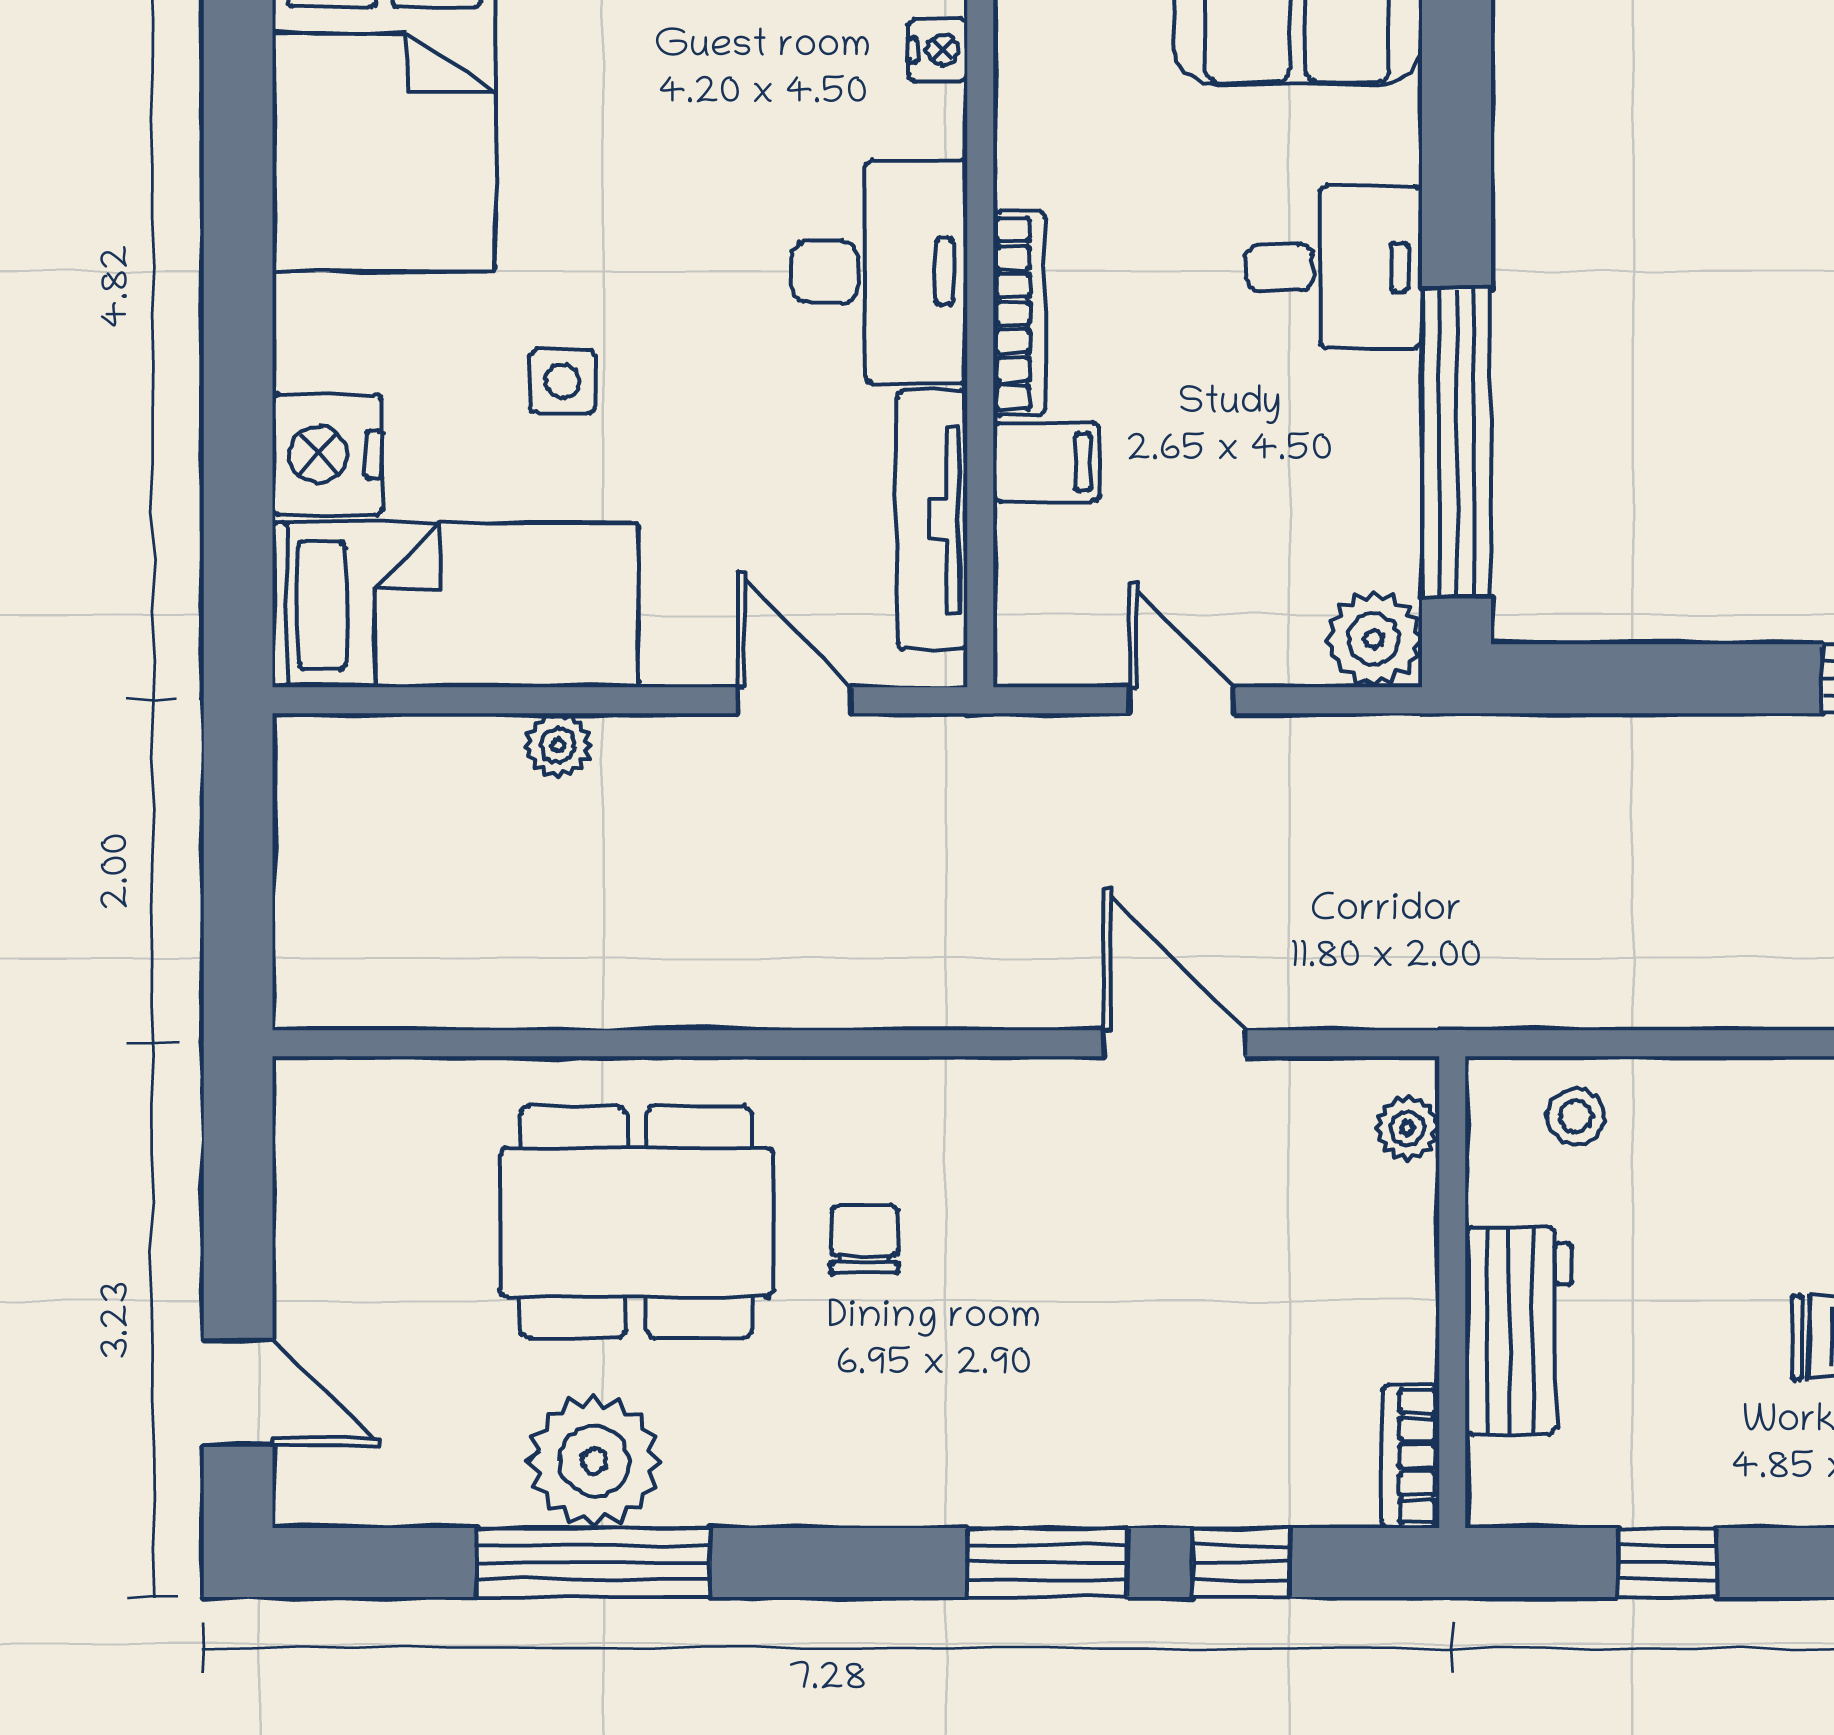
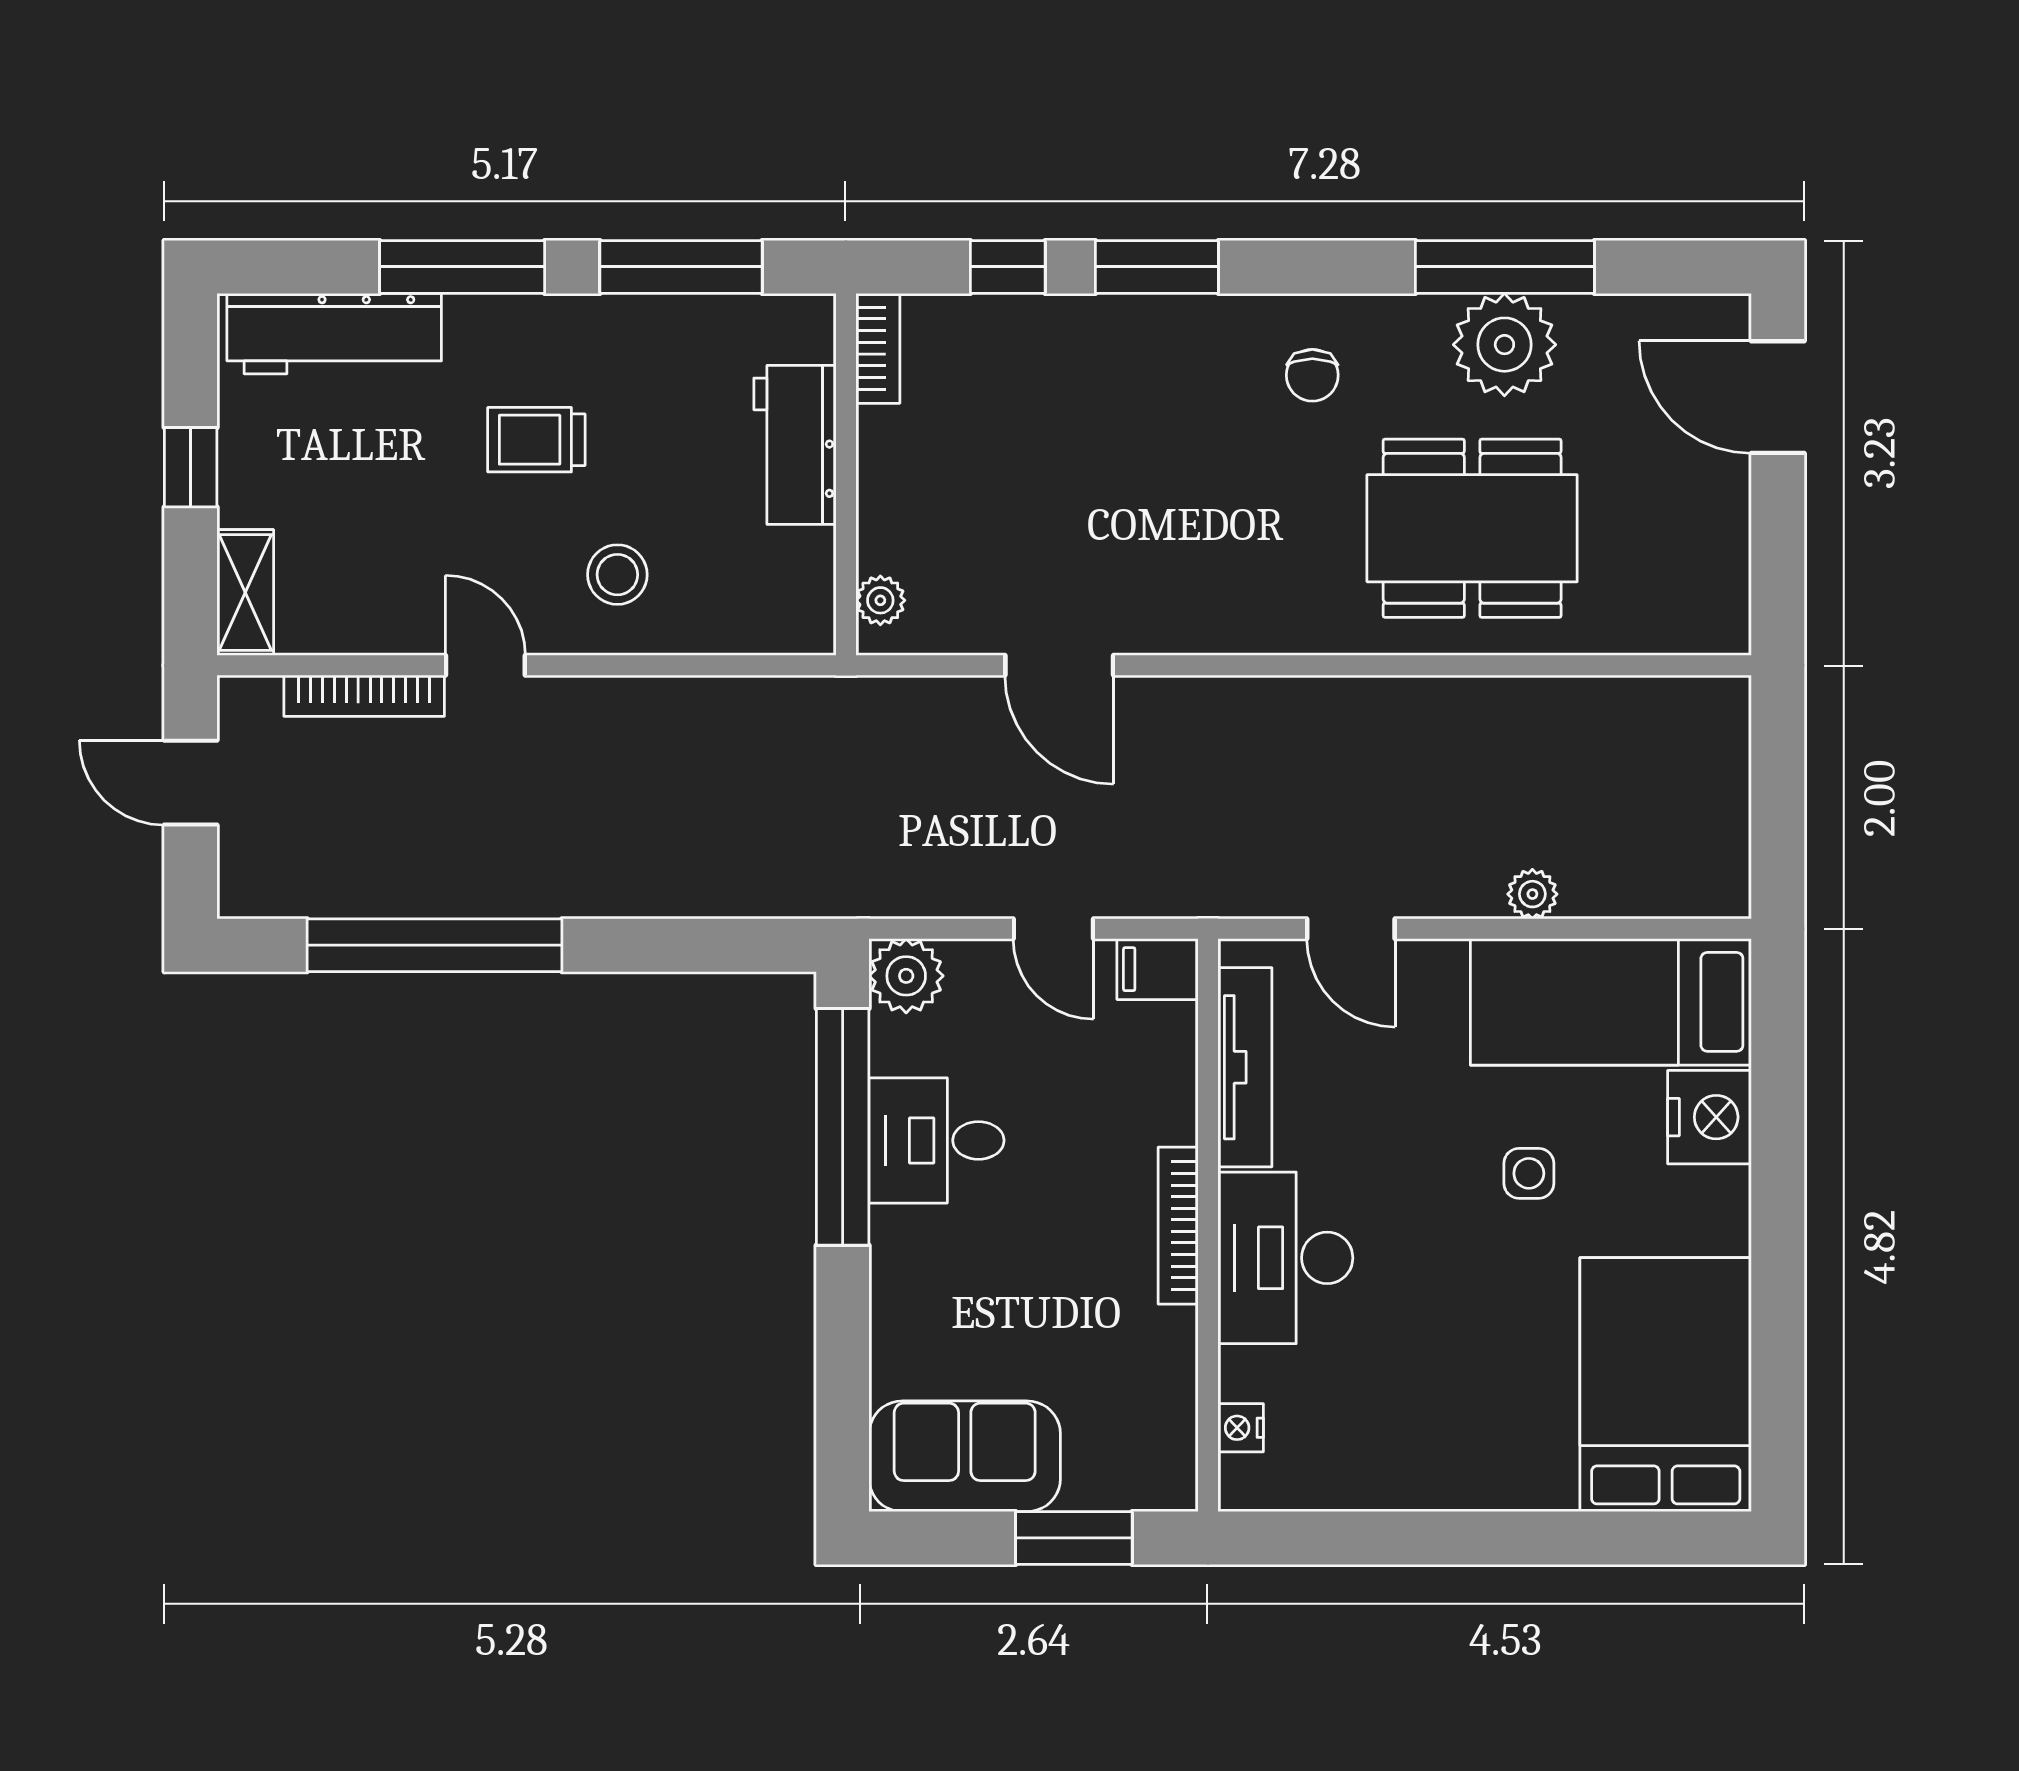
desk: (1334, 267) -> (936, 1140), moved
filing cabinet: (1046, 462) -> (1158, 969), moved
stool: (1576, 1116) -> (617, 575), moved, width x1.37, depth x1.37
chair: (864, 1239) -> (1312, 375), moved
door: (238, 1393) -> (1778, 397), width x1.38
window: (1667, 1562) -> (681, 267), width x2.17

